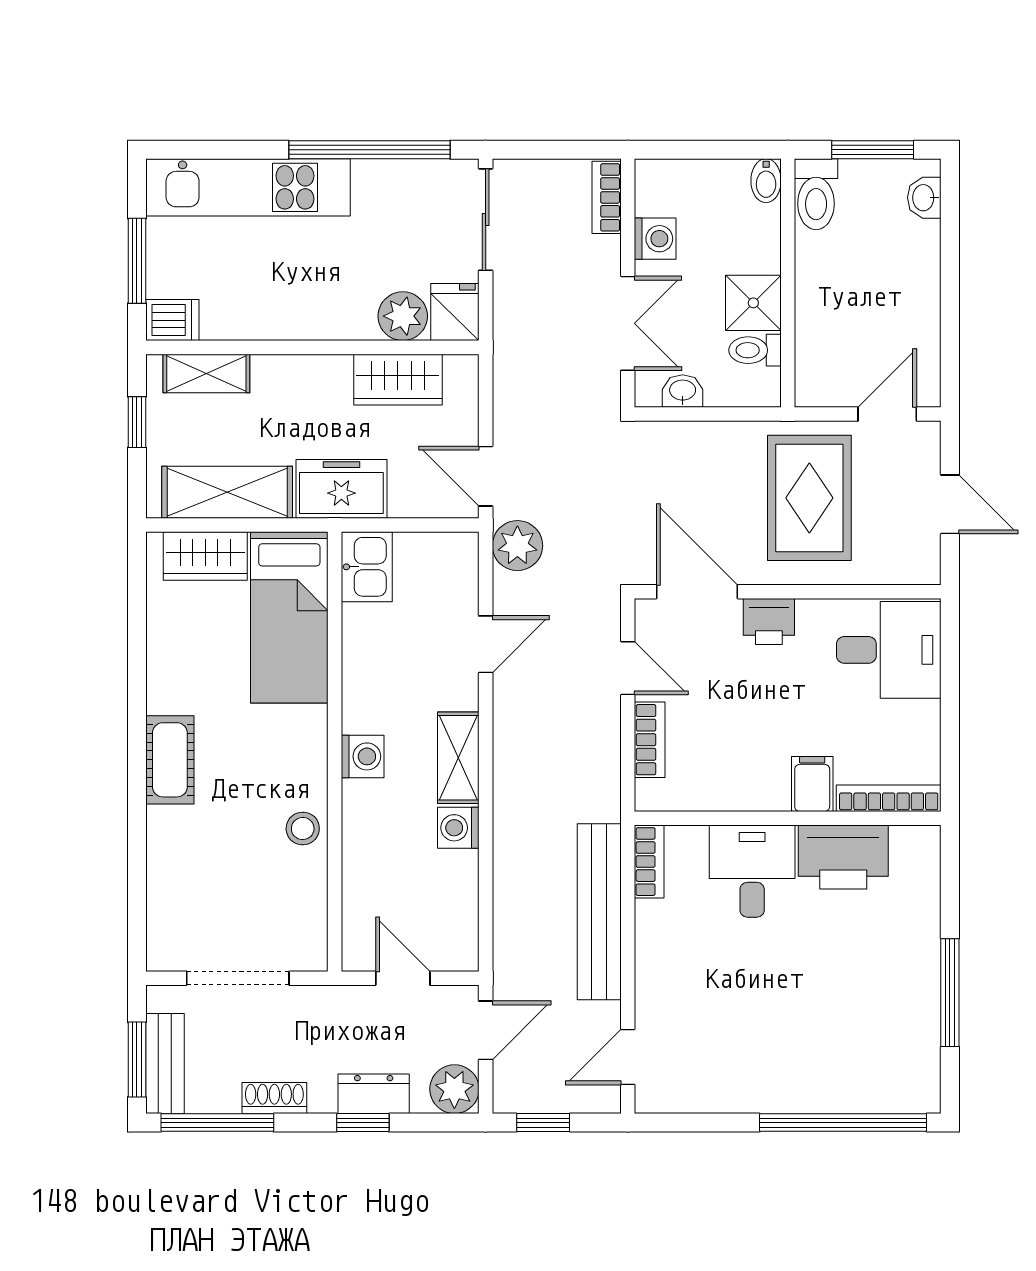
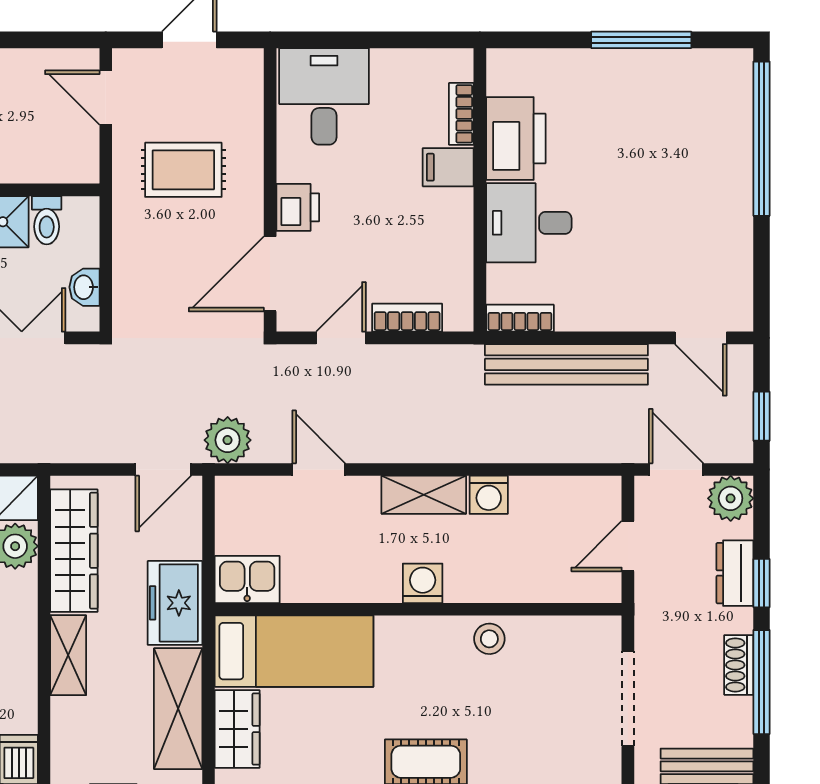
shelving: (206, 373) -> (68, 655), moved
wardrobe: (398, 380) -> (74, 551), width x1.50
rug: (809, 498) -> (183, 170), width x0.73, depth x0.70
bookcase: (889, 798) -> (461, 114), width x0.64
window: (217, 1123) -> (761, 682), moved

